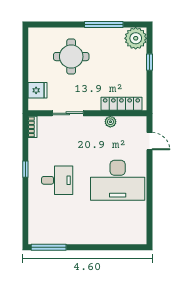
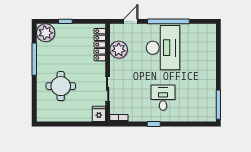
fridge: (38, 90) -> (99, 114), moved
plant: (110, 122) -> (119, 50), width x1.88, depth x1.88
window: (149, 187) -> (168, 21), added

